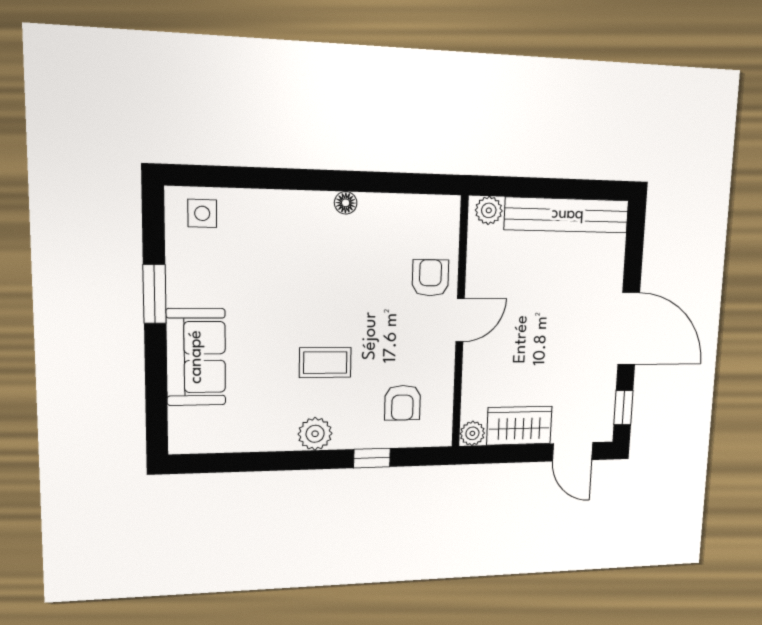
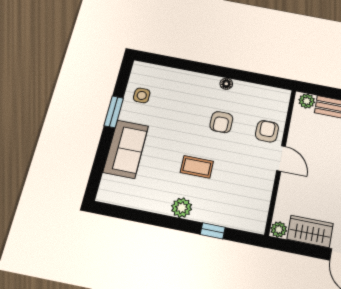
side table: (202, 213) -> (142, 95), moved
door: (460, 320) -> (281, 158), hinge flipped
armchair: (402, 403) -> (221, 122), moved

